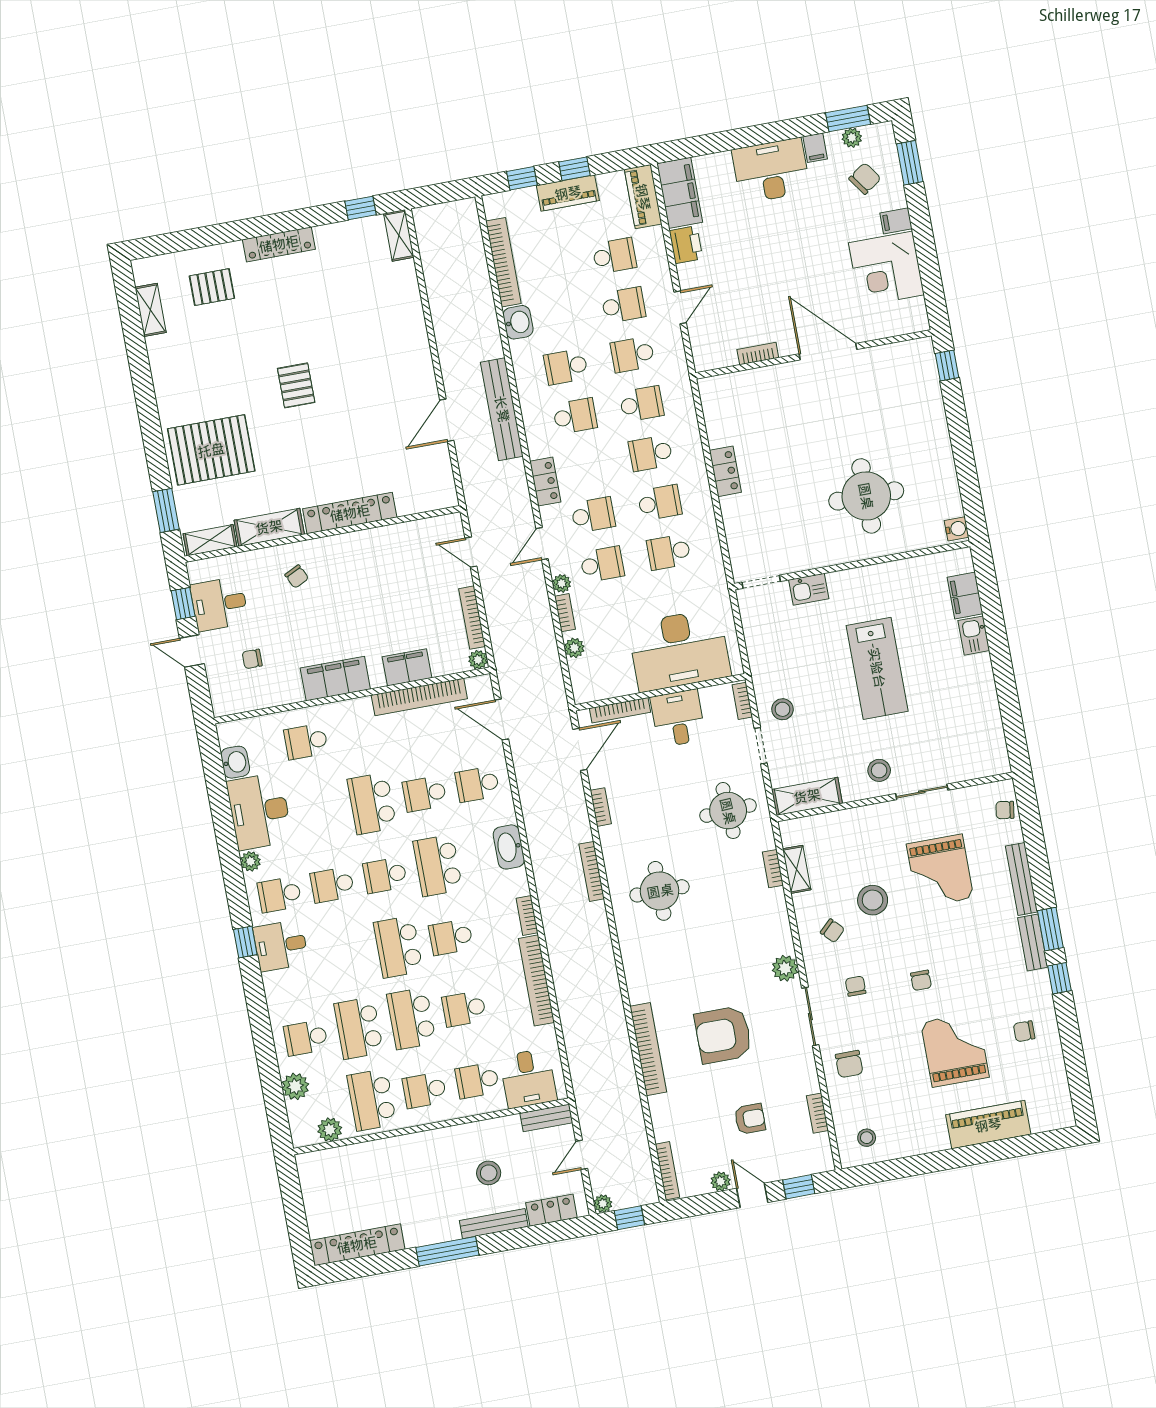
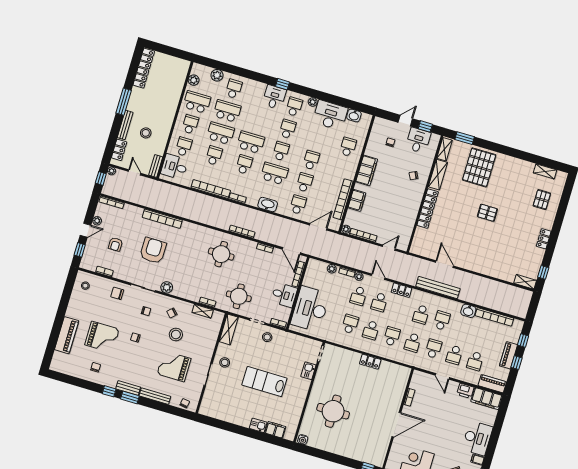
locker: (279, 244) -> (544, 239), width x0.66
school desk: (372, 803) -> (311, 160), width x0.54

